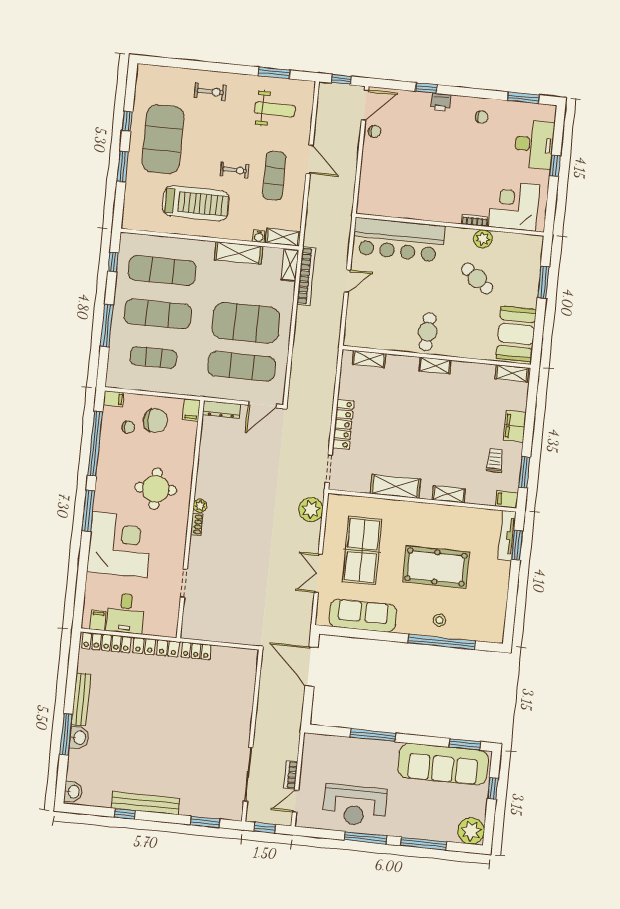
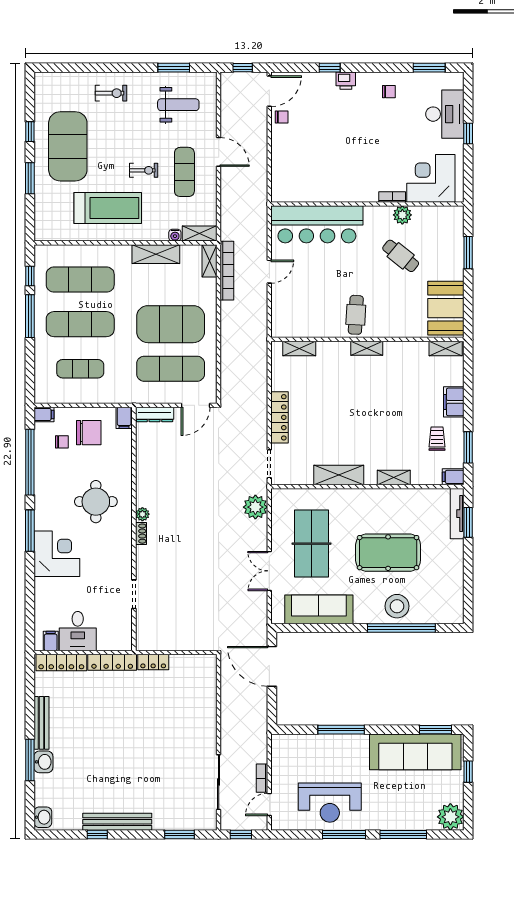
window: (107, 326) -> (30, 316), moved
corner desk: (120, 545) -> (57, 554), width x0.74, depth x0.74
stool: (439, 620) -> (397, 606), width x1.89, depth x1.89

